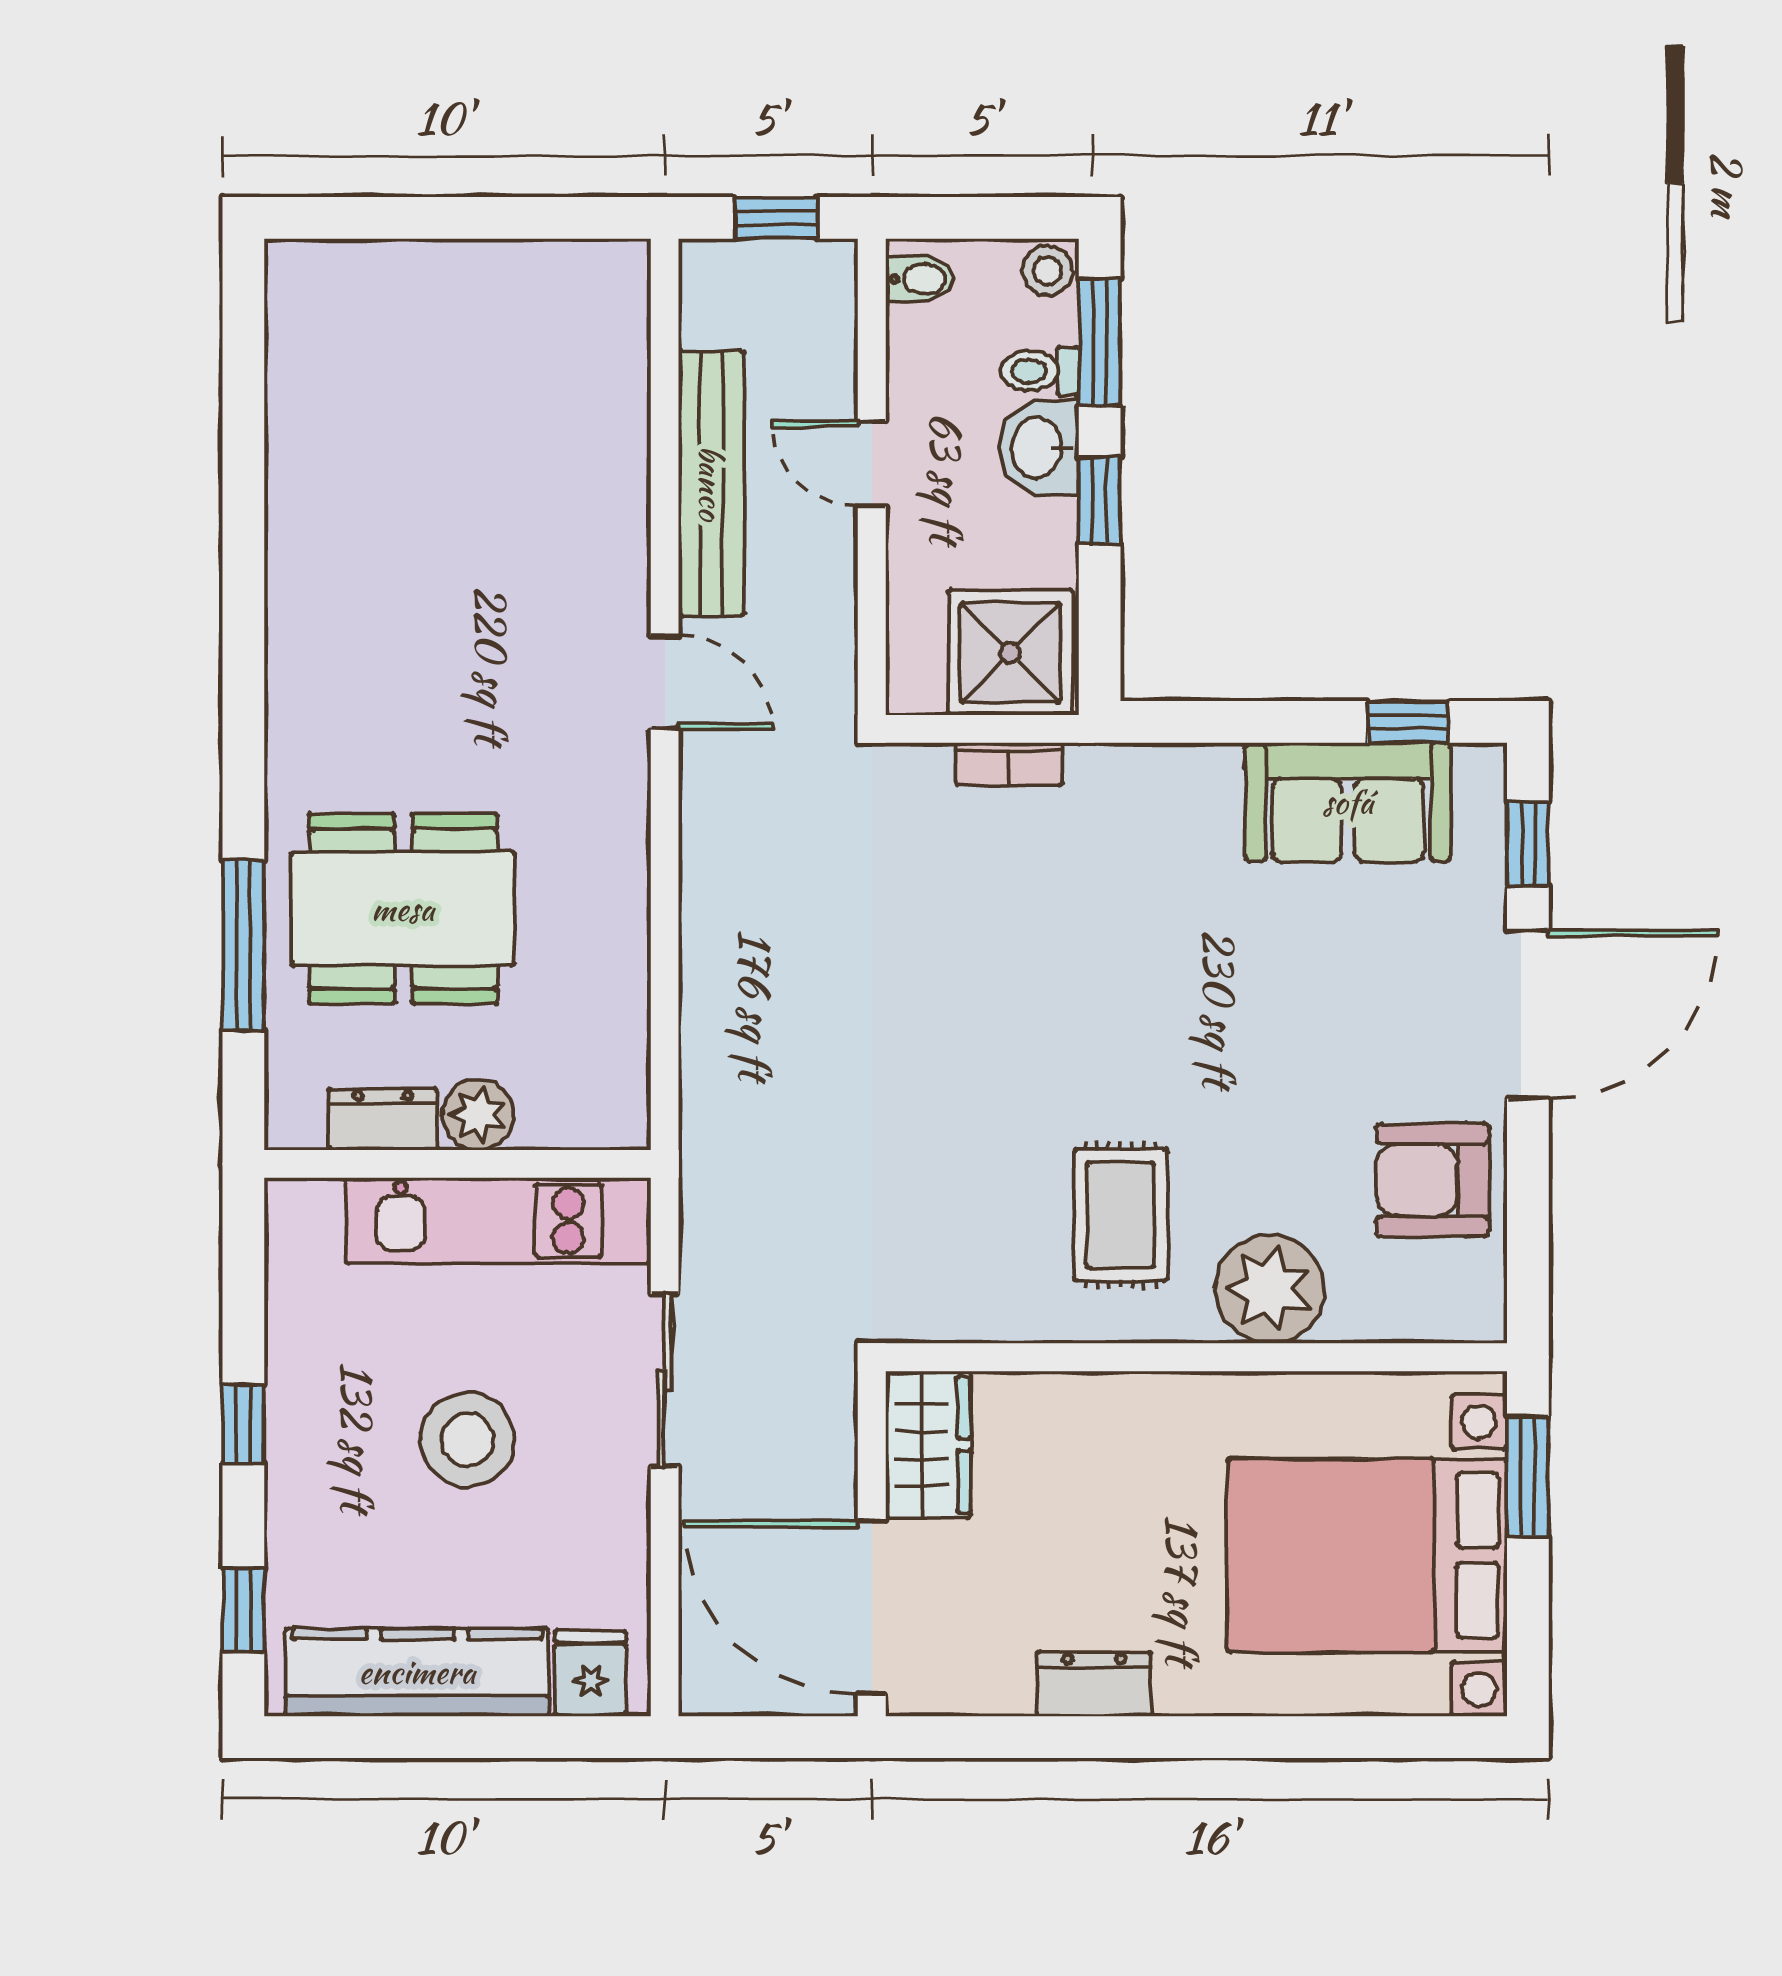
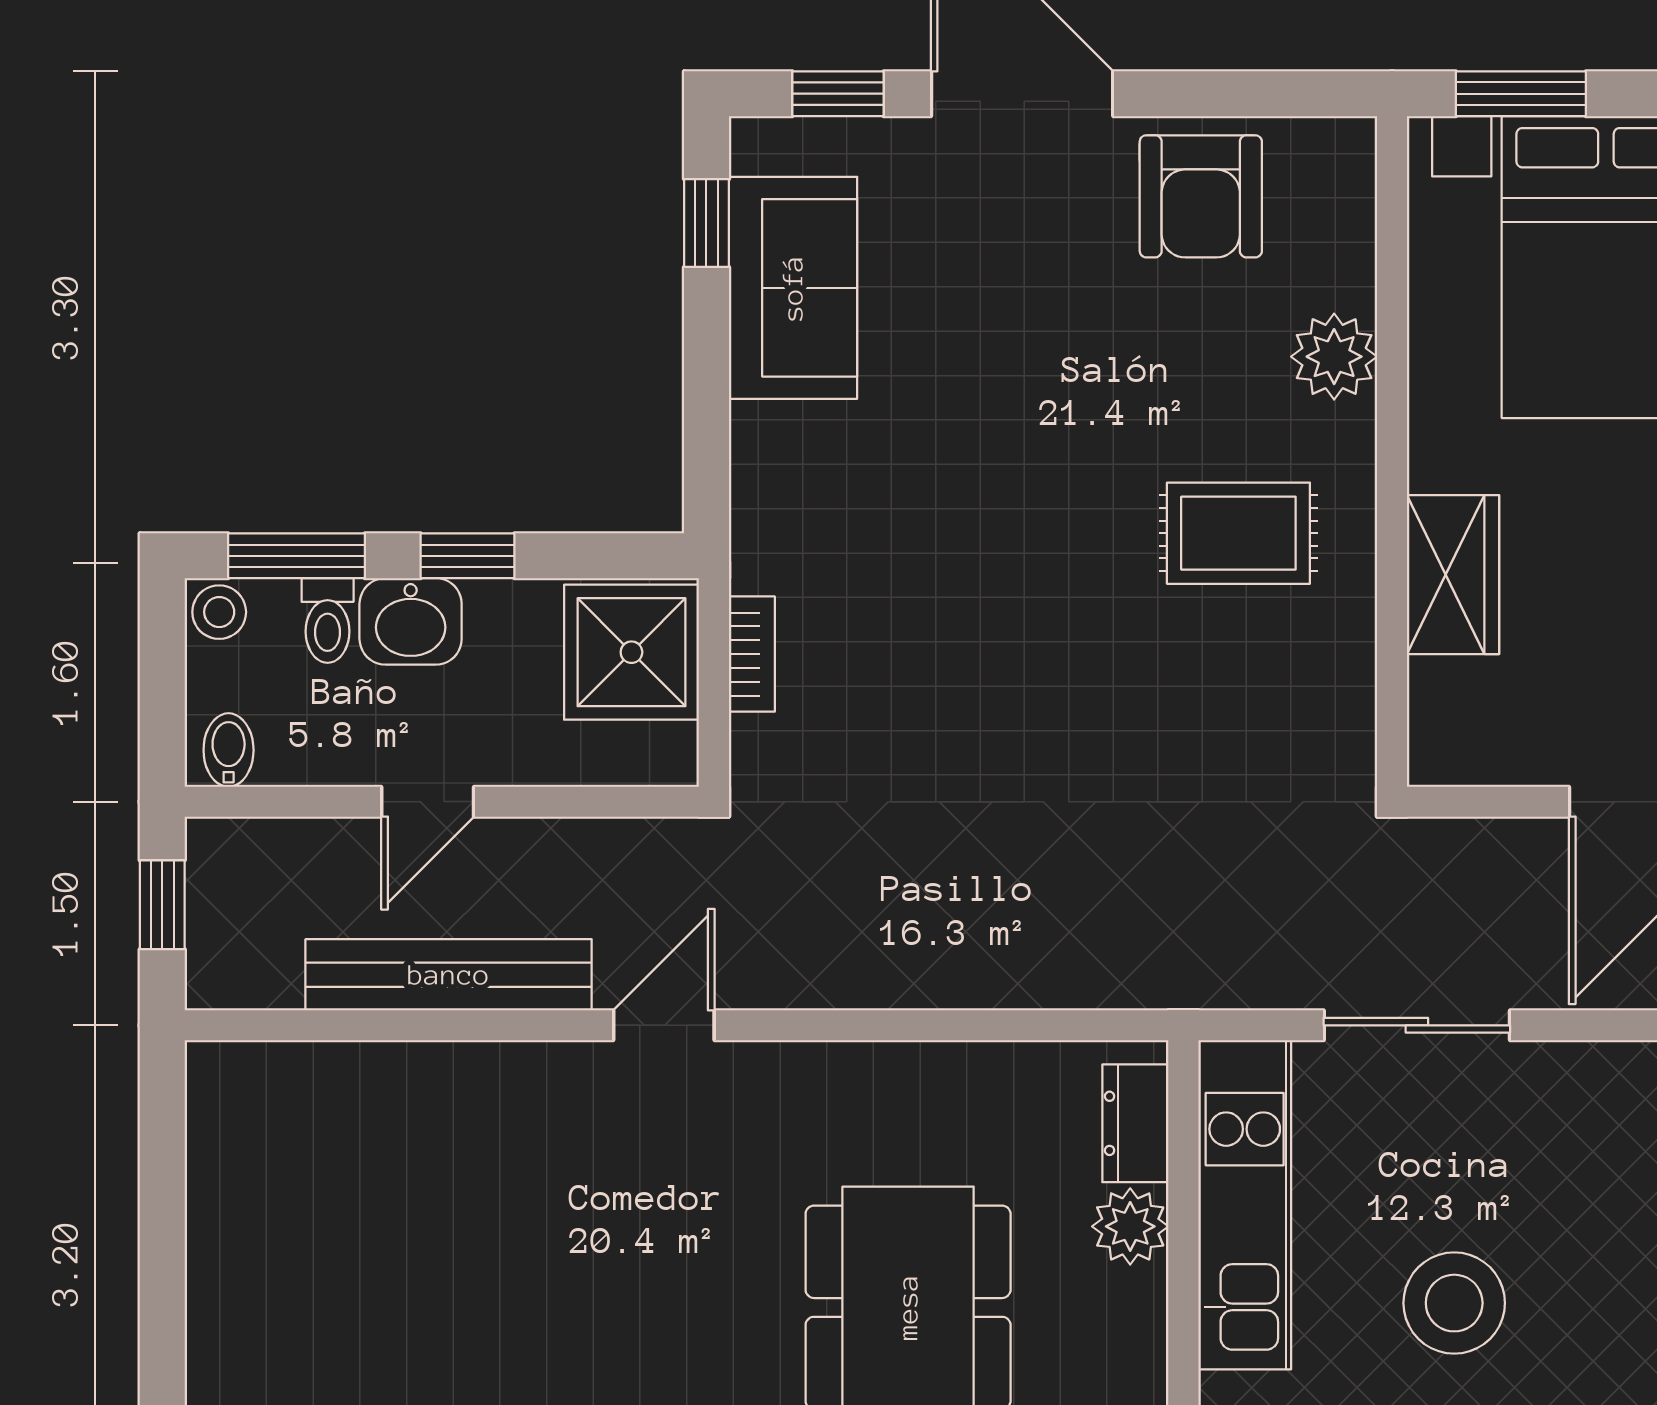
dresser: (383, 1119) -> (1135, 1123), moved
plant: (1270, 1289) -> (1334, 357), width x0.73, depth x0.73
stool: (467, 1439) -> (1454, 1303), moved
wardrobe: (928, 1445) -> (1453, 575), moved, turned 90

